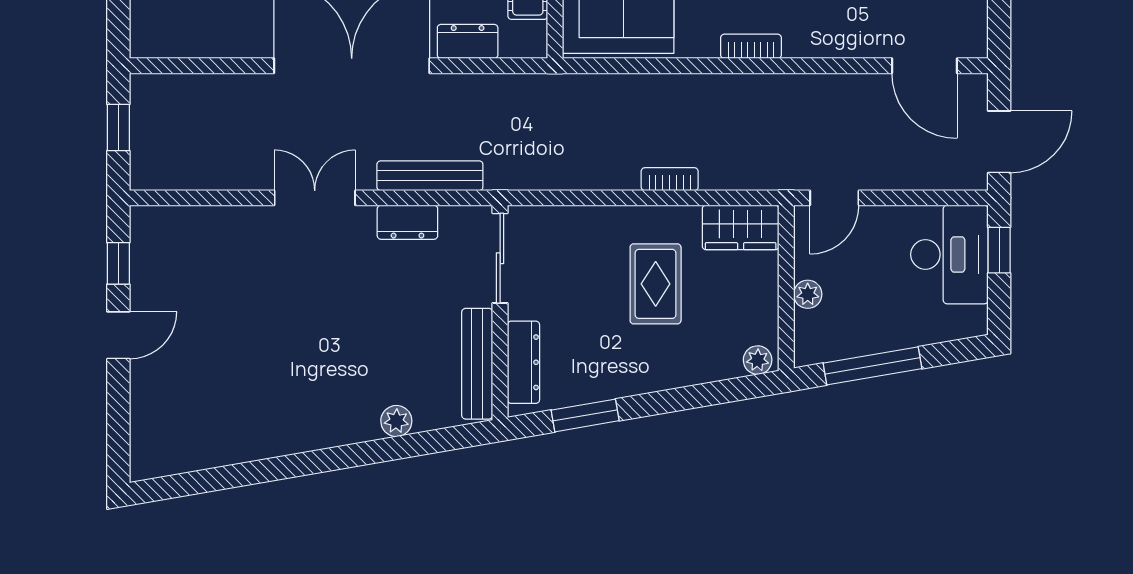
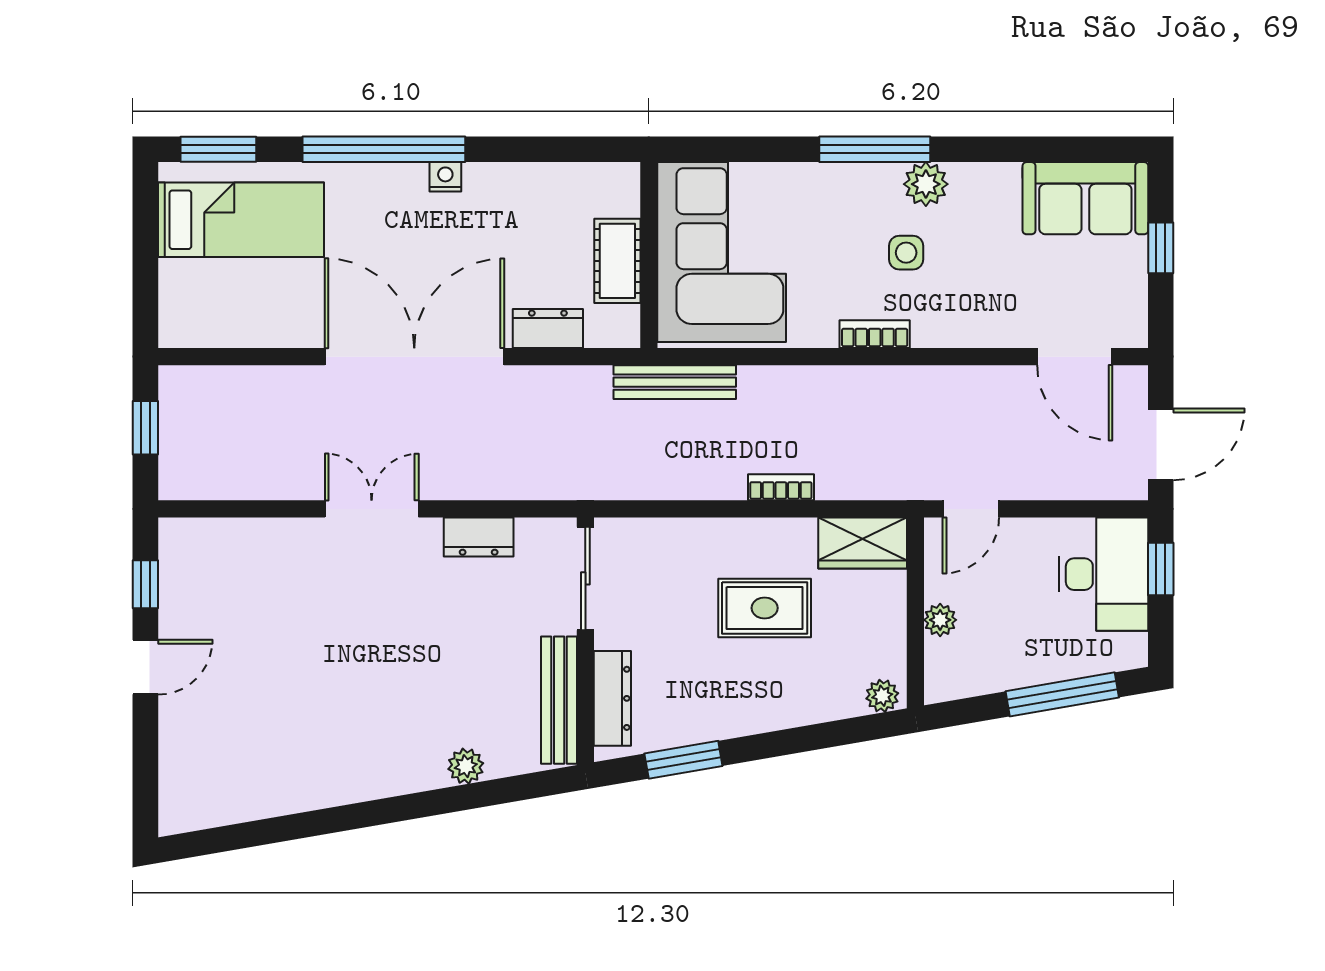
bench: (430, 176) -> (675, 382), moved
rug: (656, 284) -> (765, 608), turned 90
window: (873, 366) -> (1062, 694), moved

